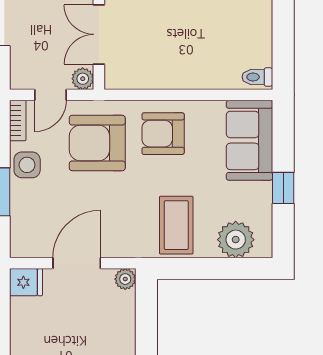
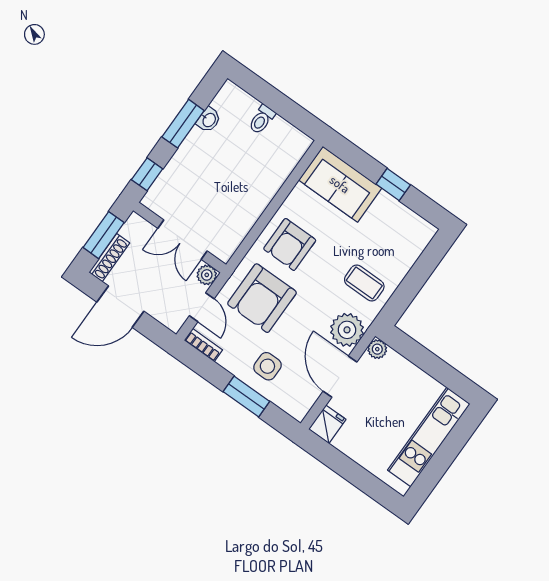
toilet: (257, 77) -> (262, 119), moved
side table: (27, 165) -> (267, 366), moved
coffee table: (176, 225) -> (364, 283), width x0.73, depth x0.77
plant: (236, 240) -> (347, 330), moved

